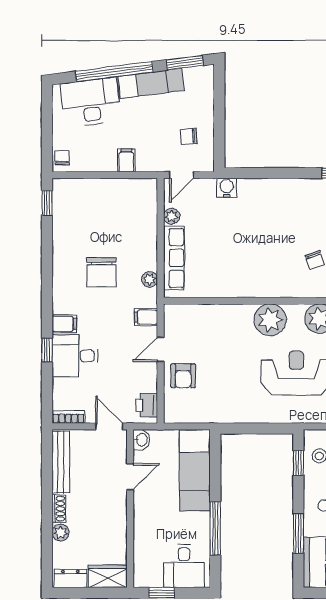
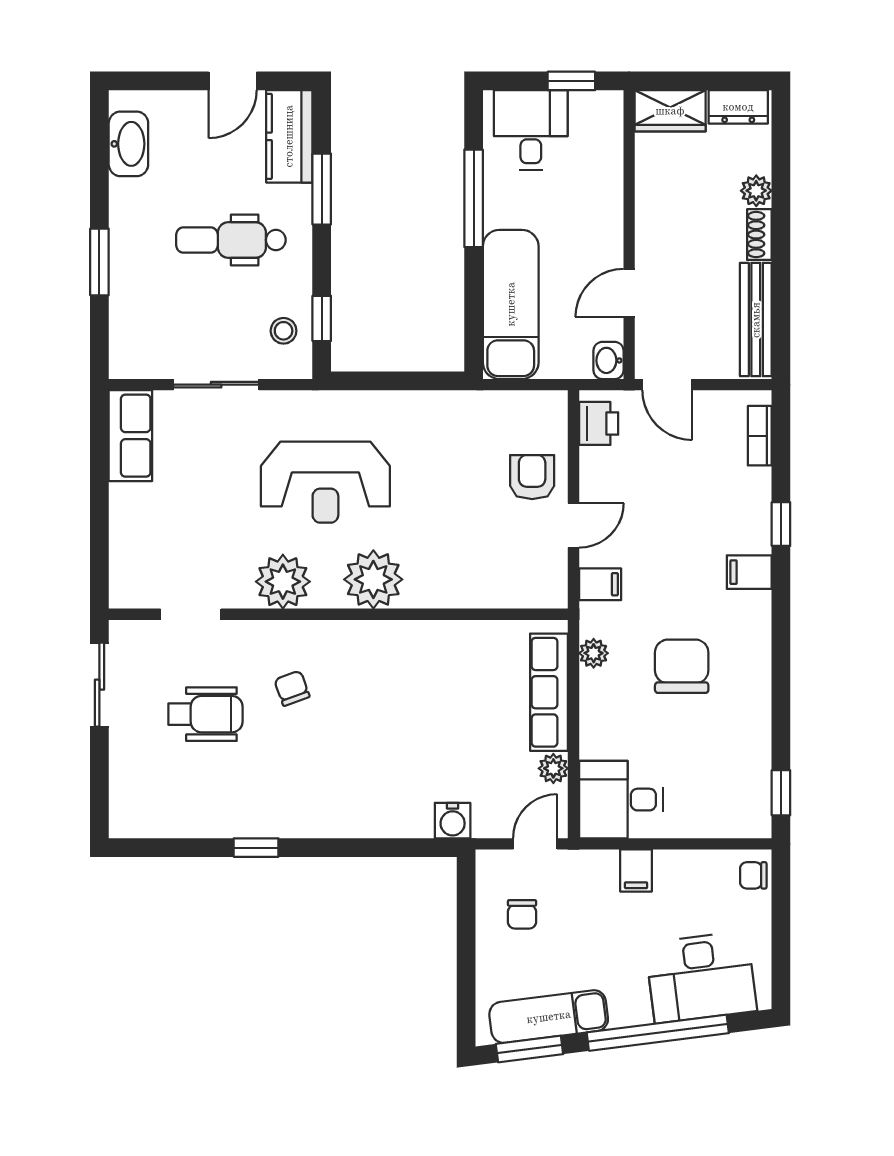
exam couch: (151, 83) -> (549, 1017), moved
chair: (189, 136) -> (522, 914), turned 94
chair: (62, 158) -> (753, 875), turned 90
desk: (75, 356) -> (621, 800), moved, turned 180
bookcase: (68, 417) -> (760, 436), moved, turned 90

